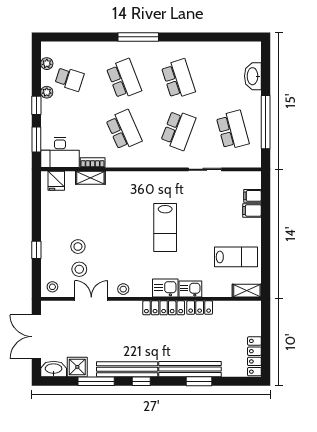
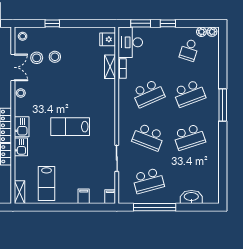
plant: (47, 92) -> (212, 32), moved
filing cabinet: (253, 196) -> (110, 197), moved

